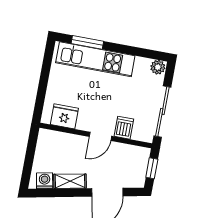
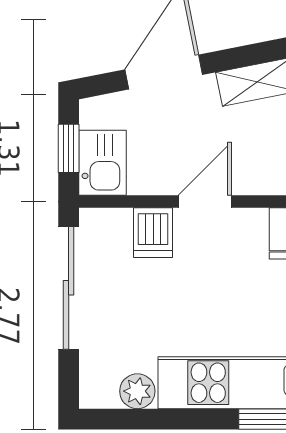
plant: (158, 67) -> (137, 391), moved
kitchen sink: (139, 160) -> (103, 163), added

